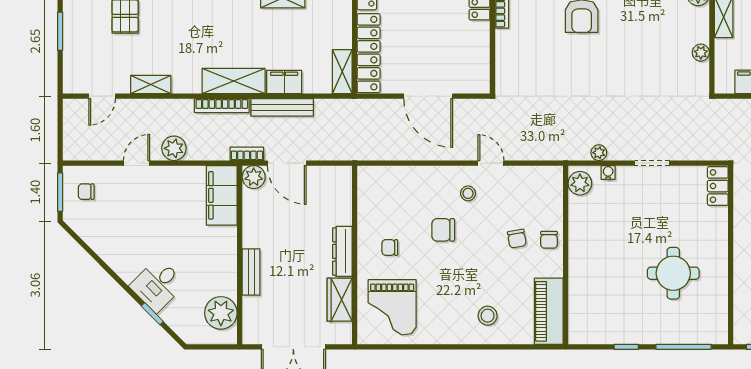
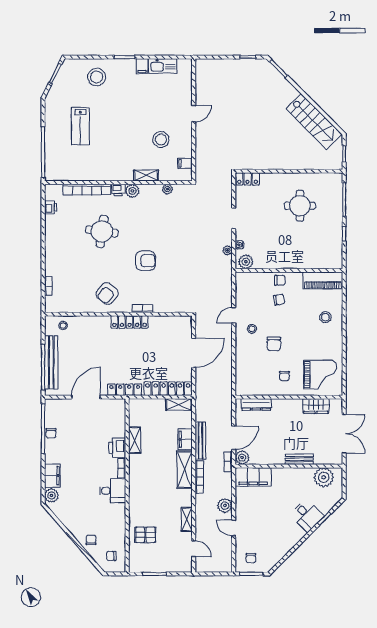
dresser: (342, 251) -> (256, 404), moved

